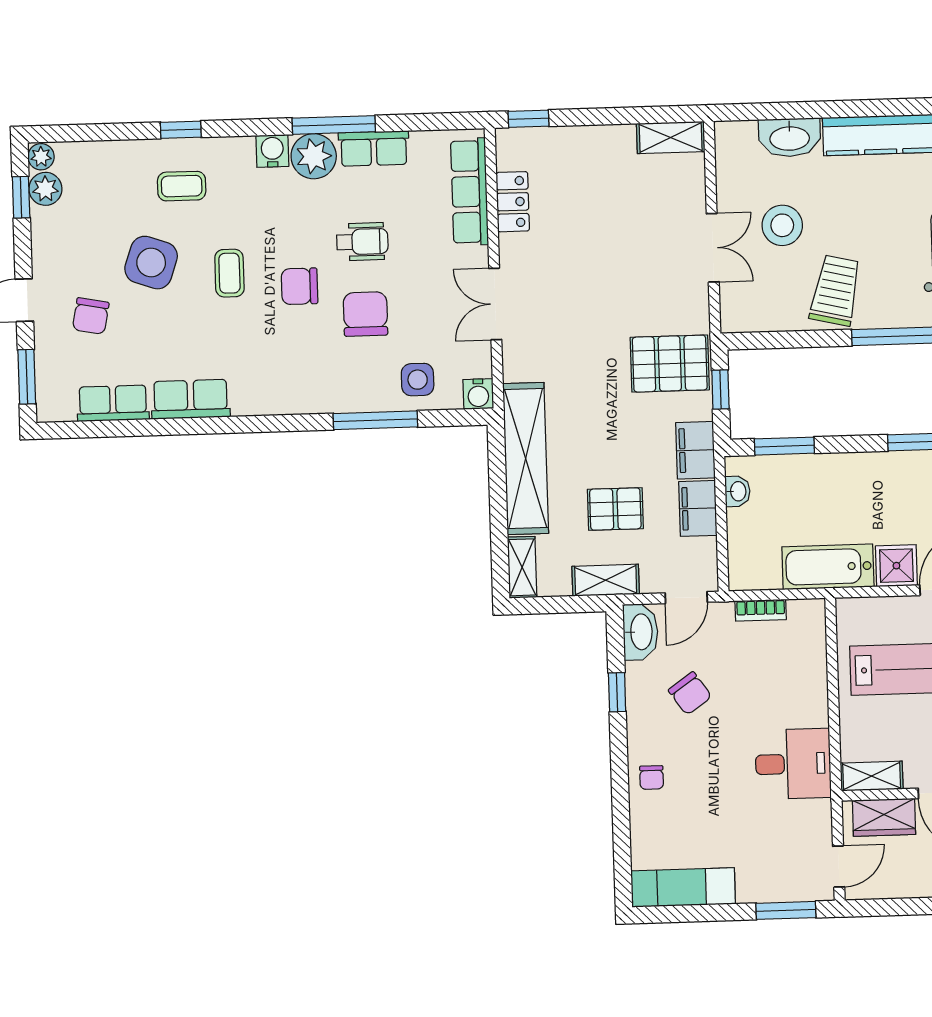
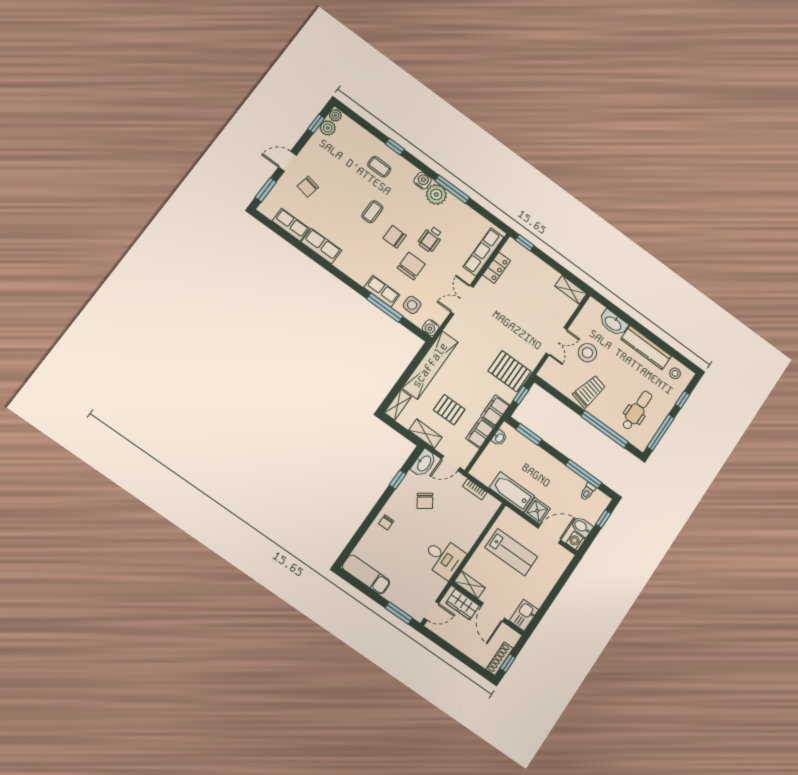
row of seats: (374, 149) -> (382, 291), moved, turned 180
wheelchair: (362, 242) -> (430, 239), turned 90
side table: (151, 263) -> (346, 185), removed

